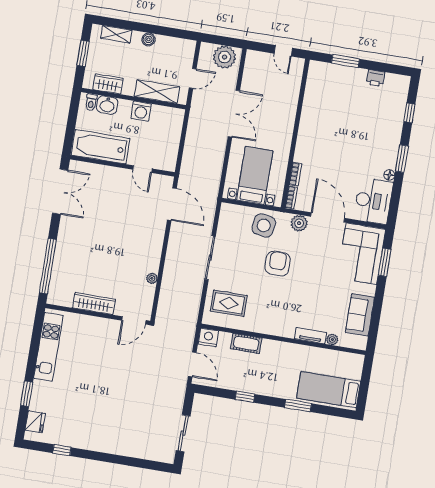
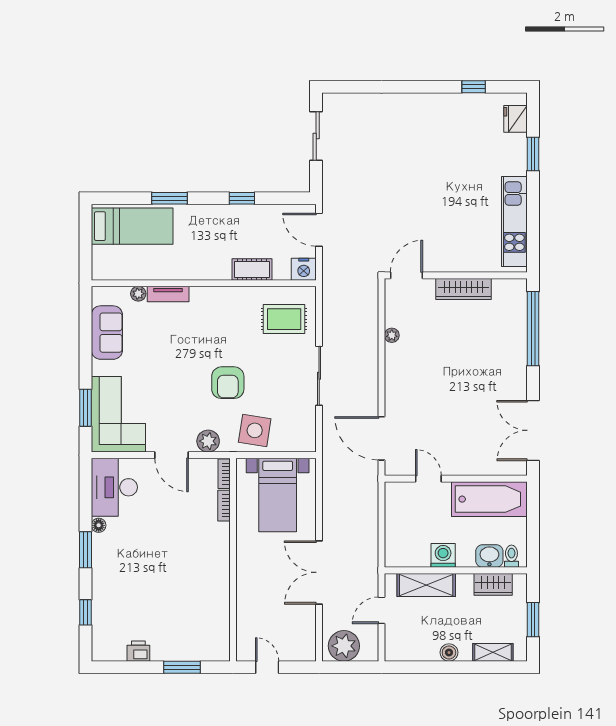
door: (328, 217) -> (171, 455), width x0.73

